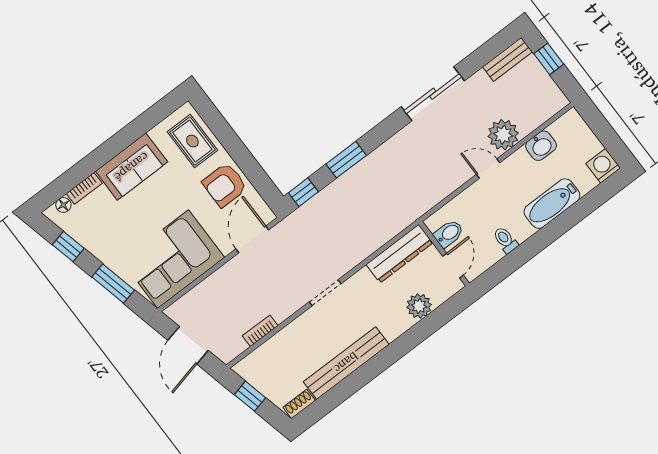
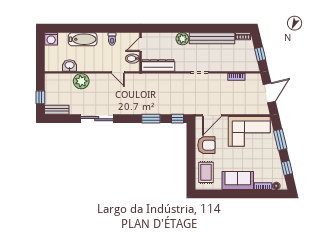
door: (488, 169) -> (118, 72), moved
plant: (419, 306) -> (182, 39), moved

